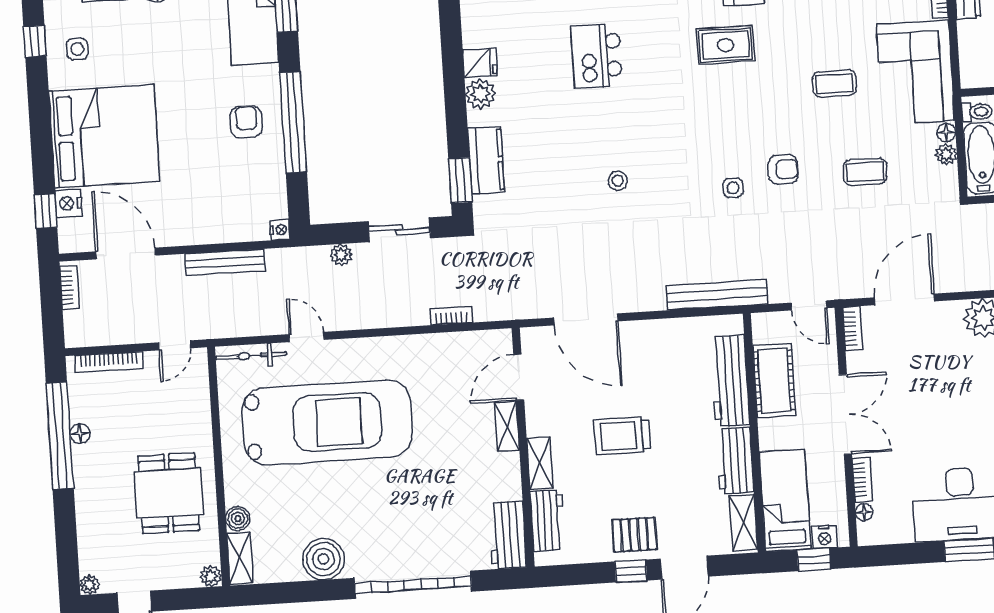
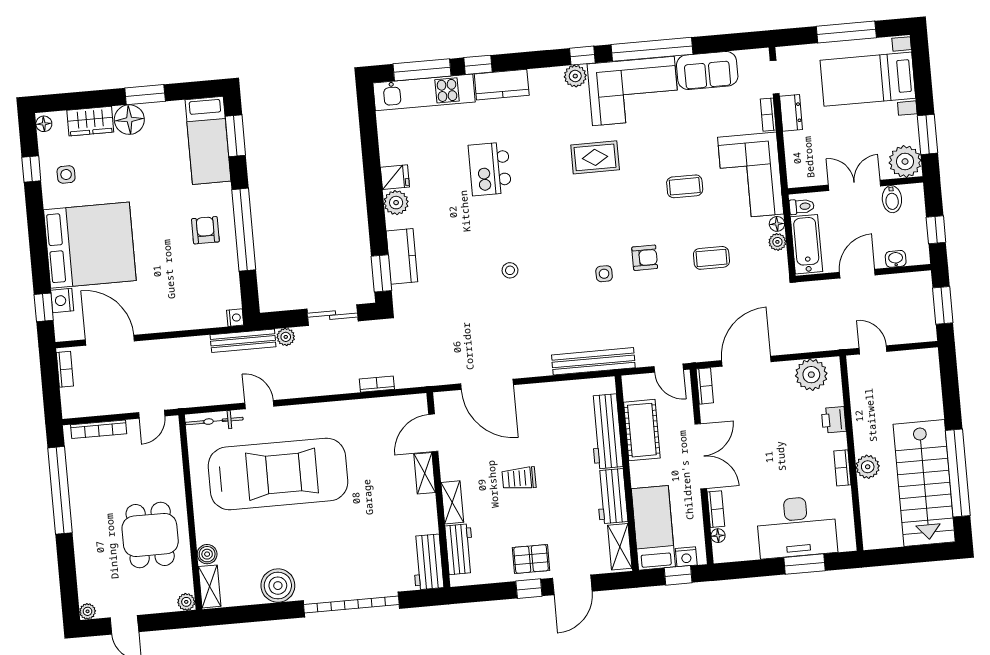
bench: (225, 262) -> (243, 341), moved
floor lamp: (80, 434) -> (76, 488), removed
trolley: (622, 436) -> (519, 478), width x0.73, depth x0.72

